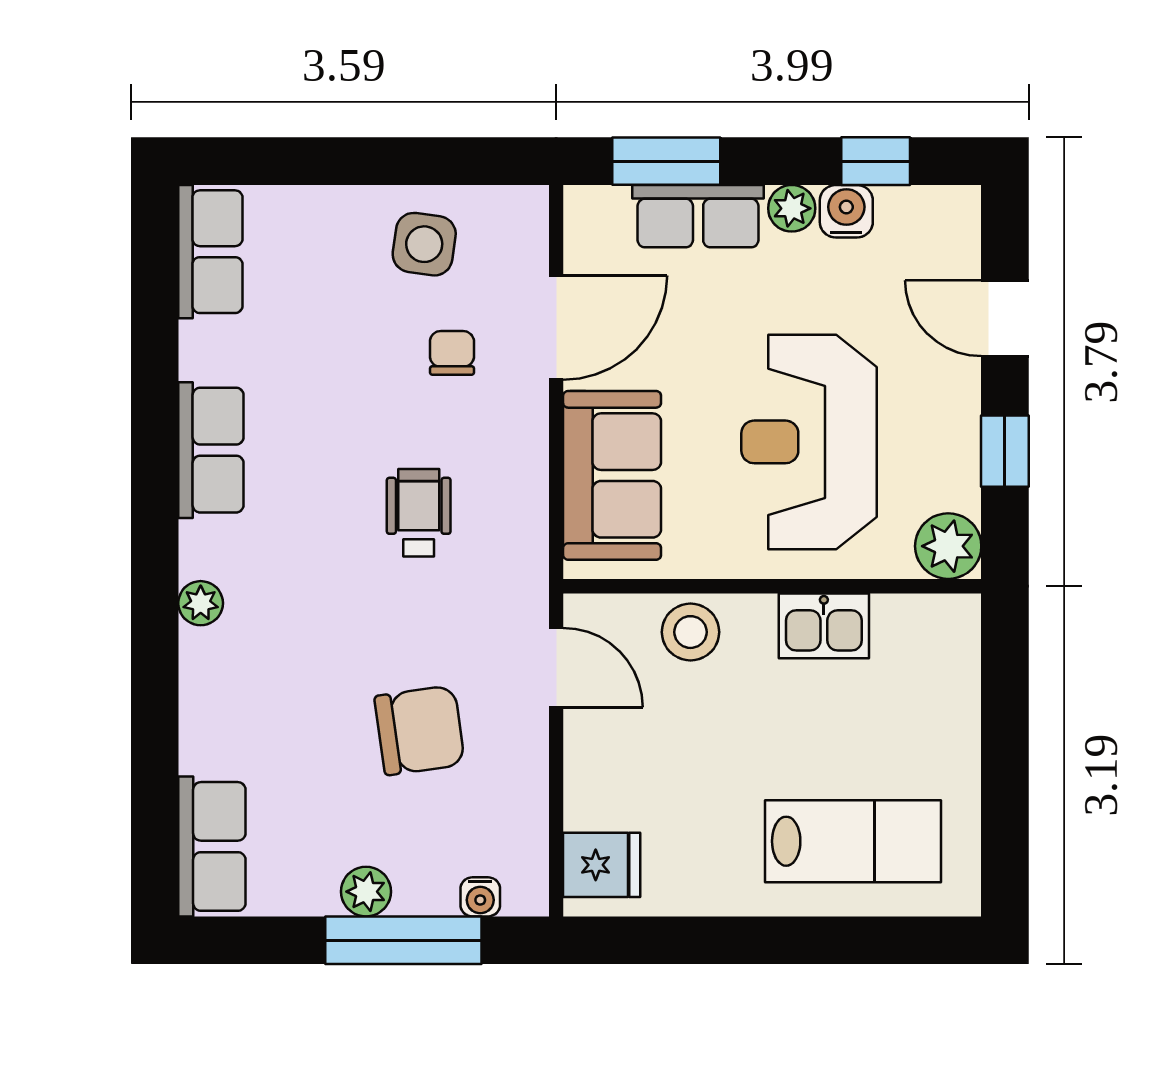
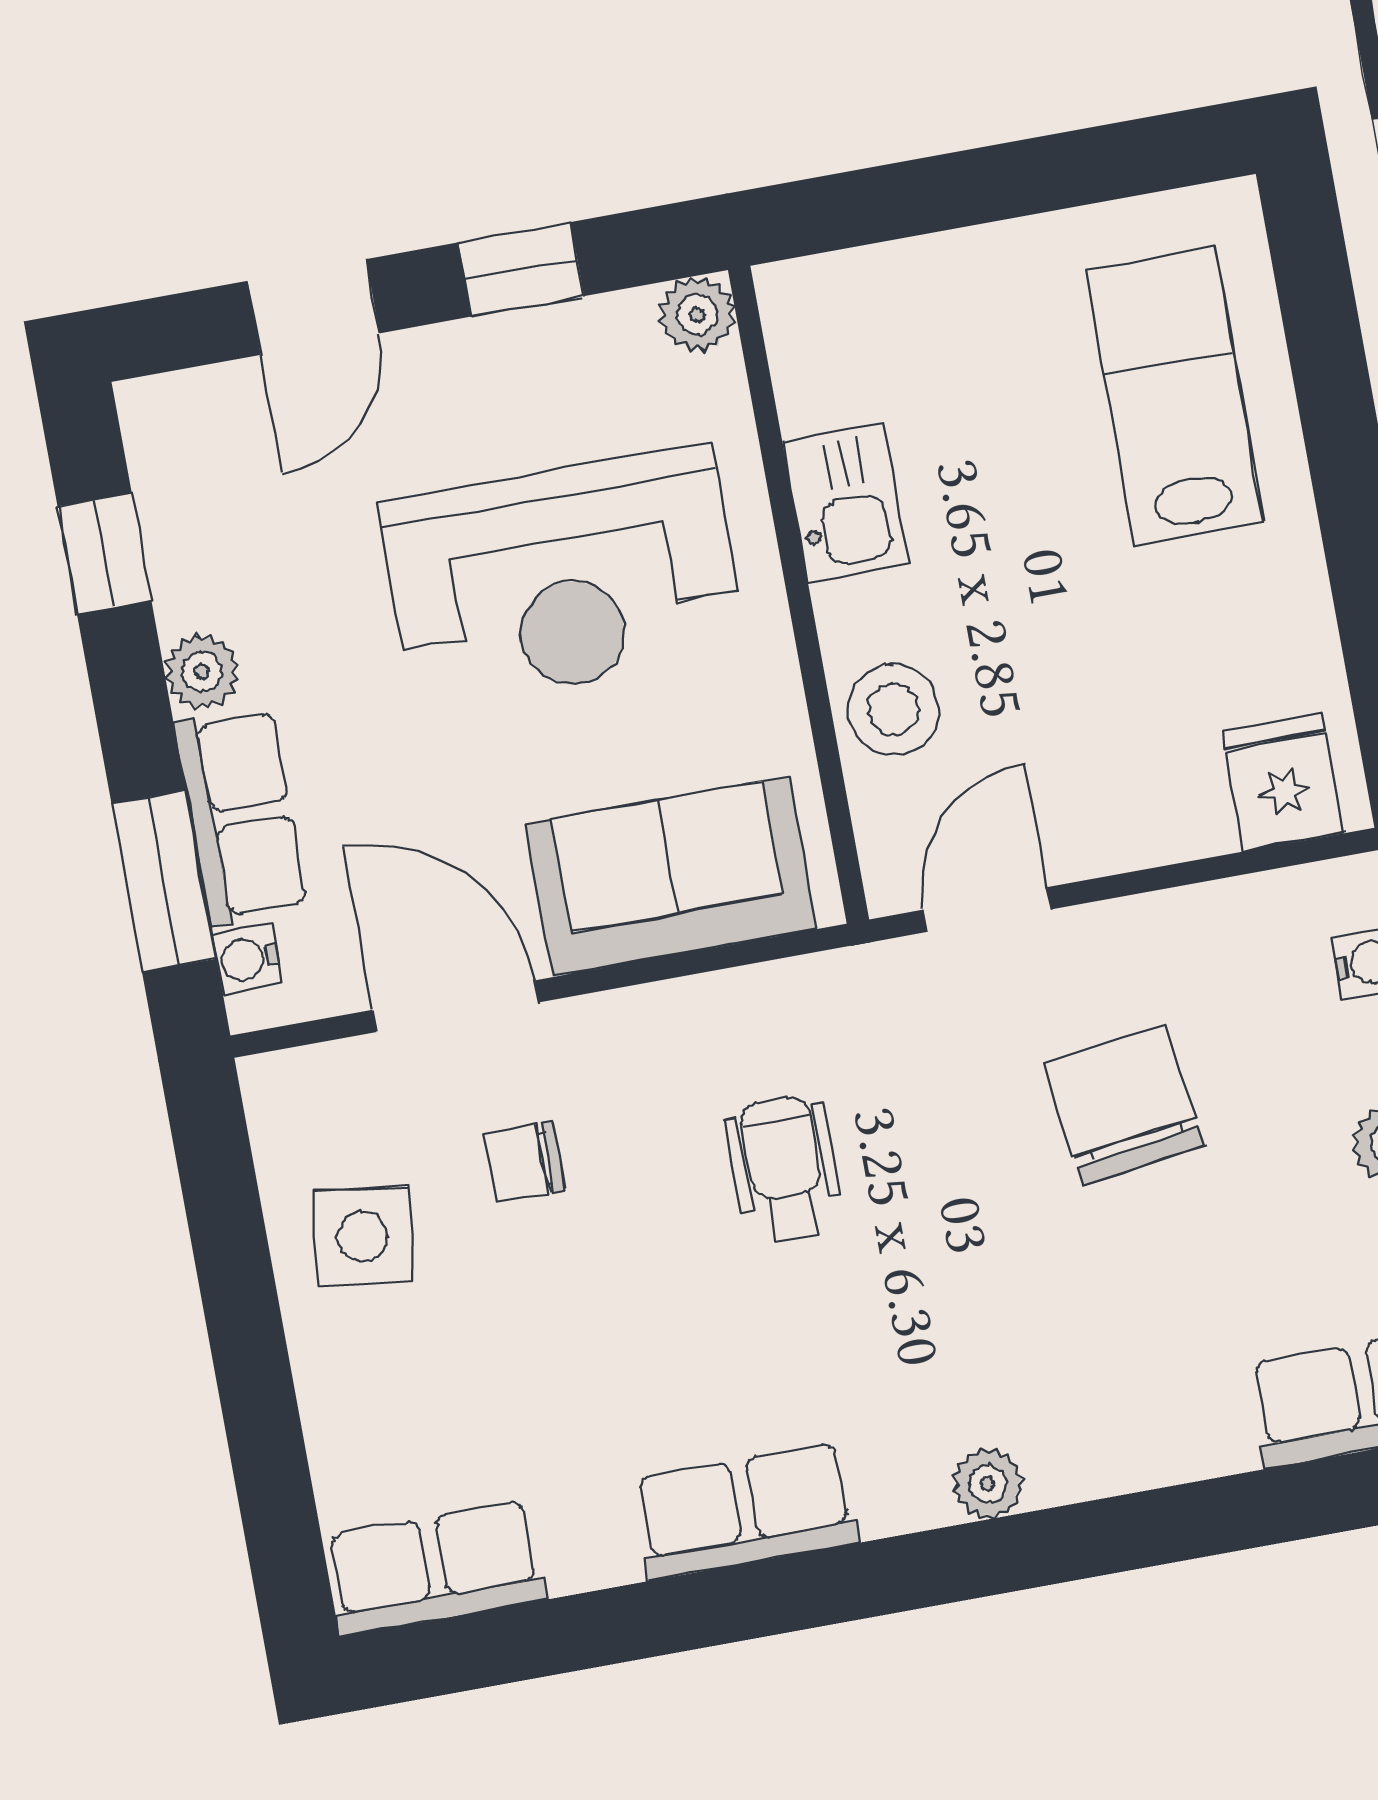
water cooler: (846, 211) -> (247, 959), moved, width x0.72, depth x0.72
wheelchair: (419, 513) -> (784, 1168), turned 90
plant: (948, 546) -> (697, 314), width x0.73, depth x0.73

